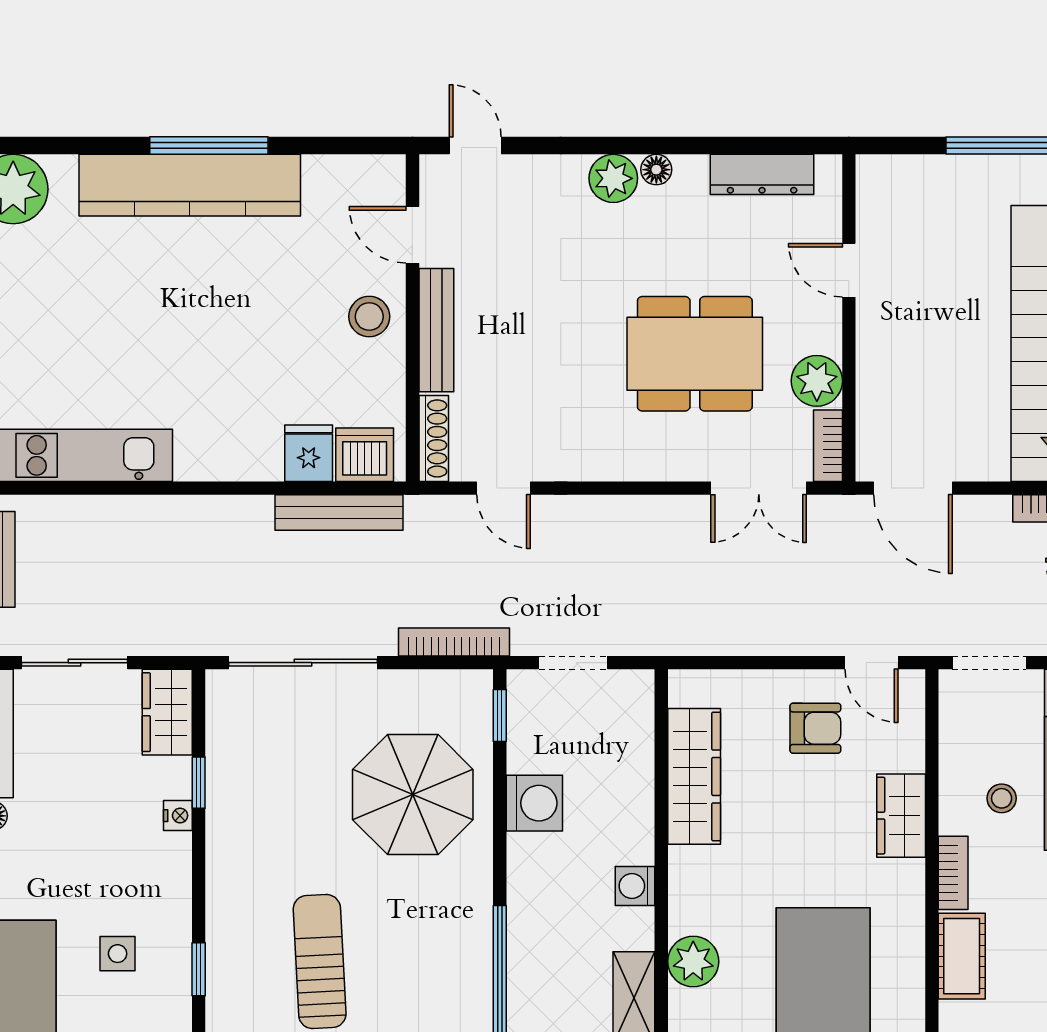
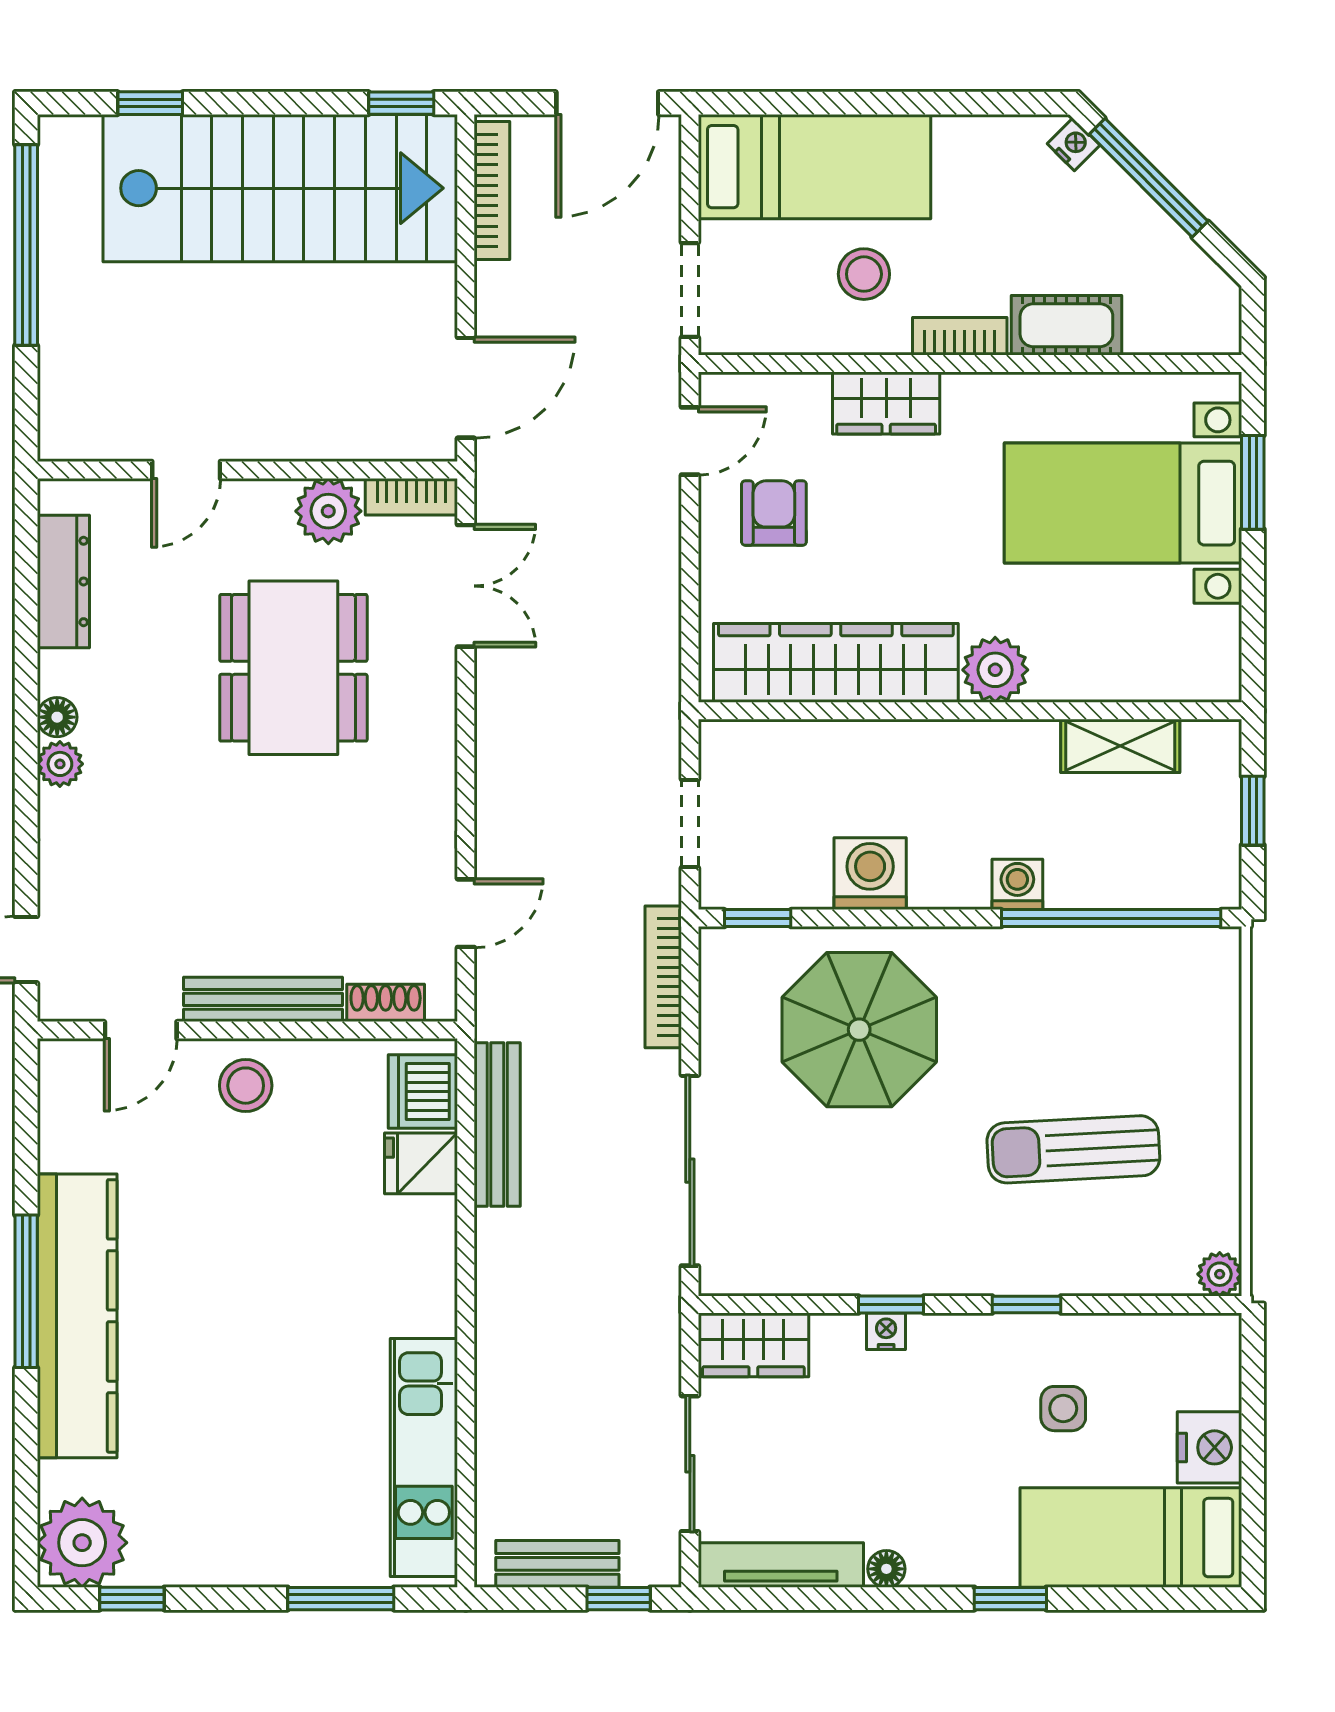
plant: (613, 178) -> (60, 764), width x0.73, depth x0.73
shoe rack: (434, 438) -> (386, 1003), width x0.70
wardrobe: (694, 776) -> (836, 663), width x1.40, depth x1.17
window: (199, 783) -> (891, 1305), moved
stool: (1002, 798) -> (864, 274), width x1.37, depth x1.37
washing machine: (635, 886) -> (1017, 884), moved, turned 180
plant: (693, 961) -> (995, 670), moved
window: (199, 969) -> (1026, 1305), moved

